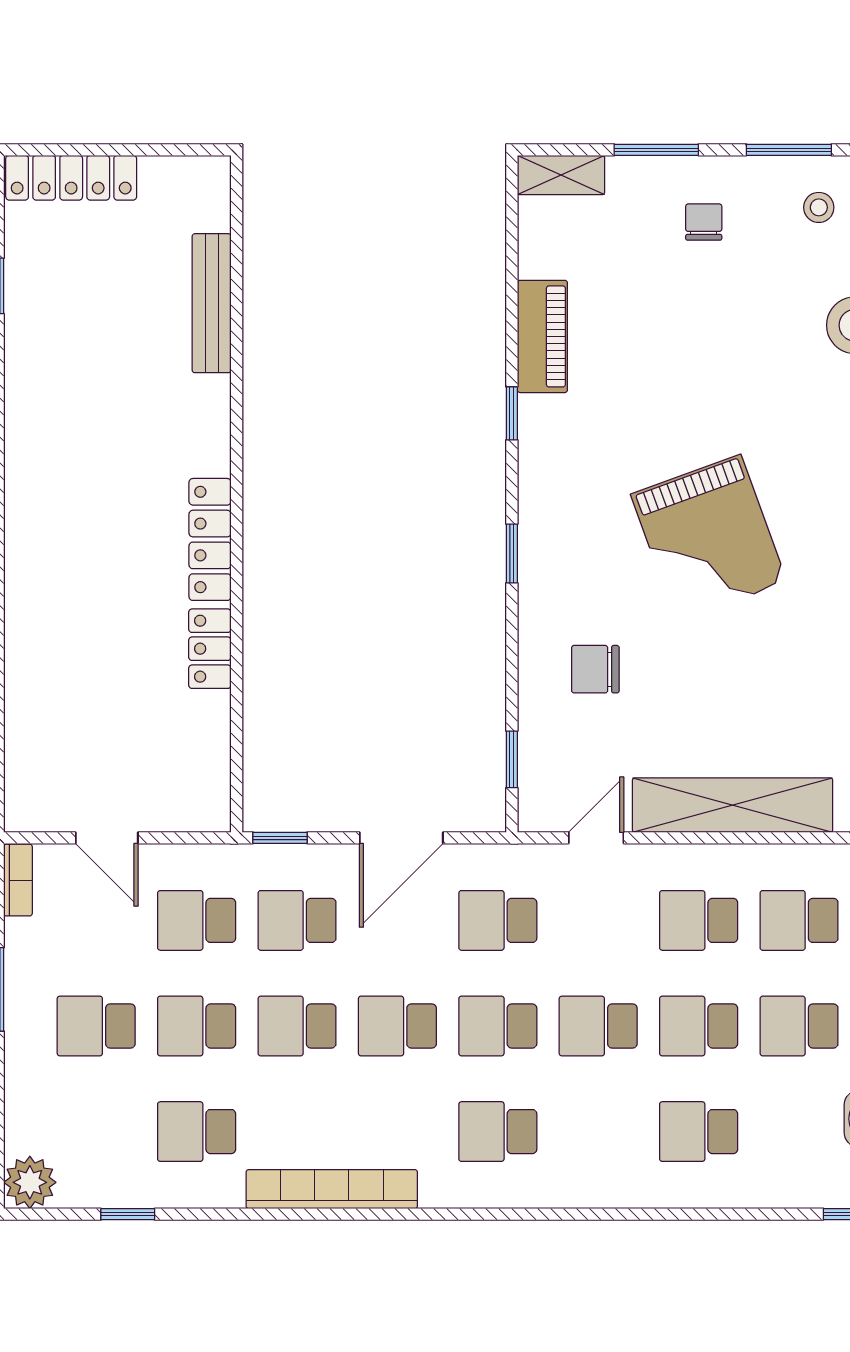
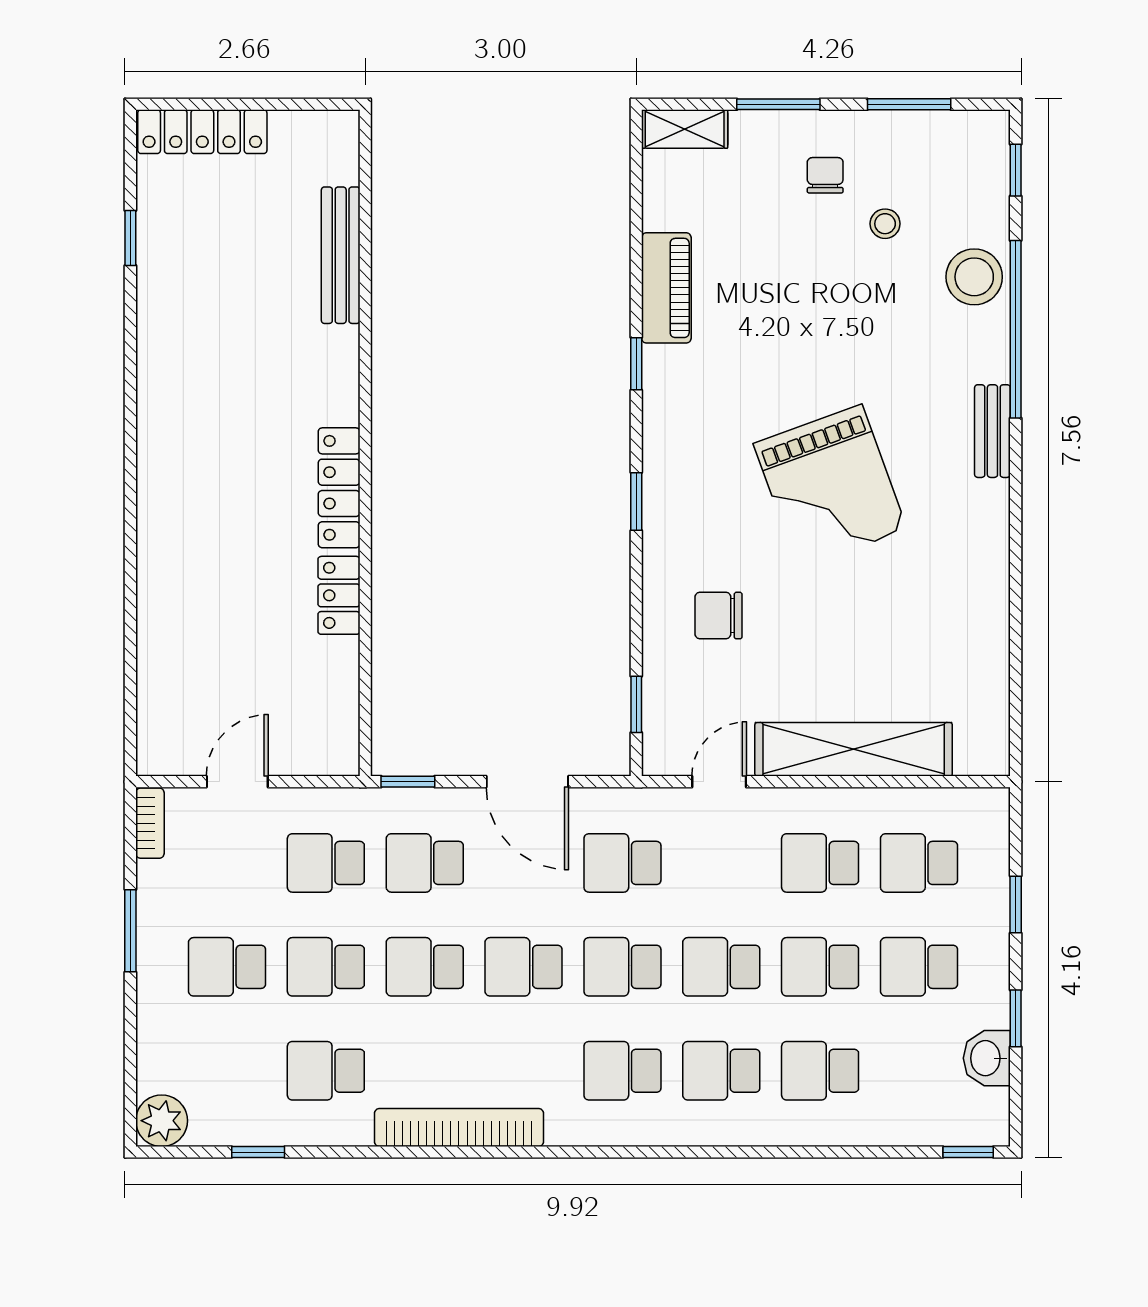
stool: (819, 207) -> (885, 224), moved
door: (107, 838) -> (237, 782), swing flipped
door: (401, 838) -> (527, 782), hinge flipped
school desk: (598, 1132) -> (721, 1071), added

